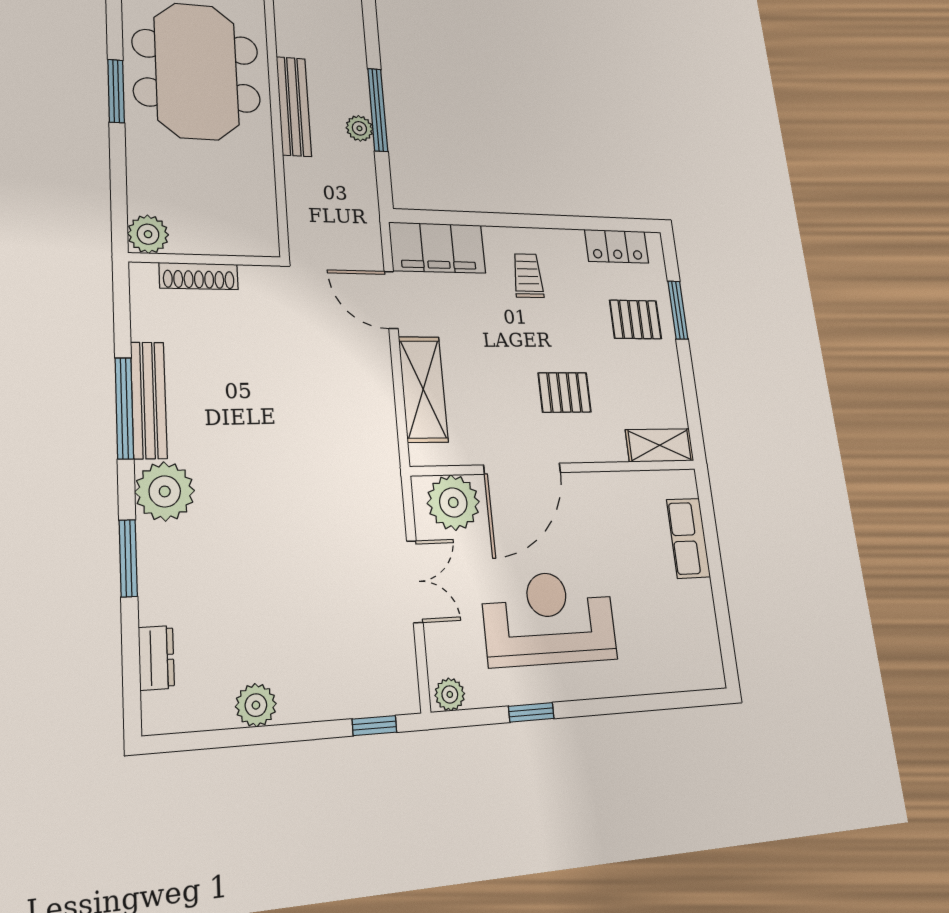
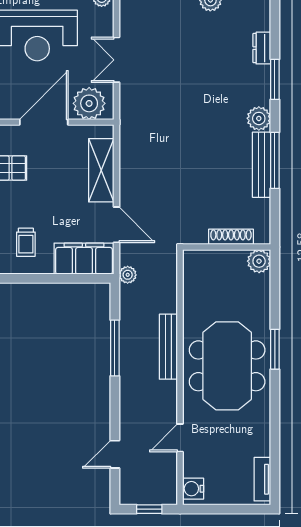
plant: (359, 128) -> (128, 275), moved
plant: (165, 491) -> (259, 118), width x0.73, depth x0.73
dresser: (156, 658) -> (262, 48), moved

